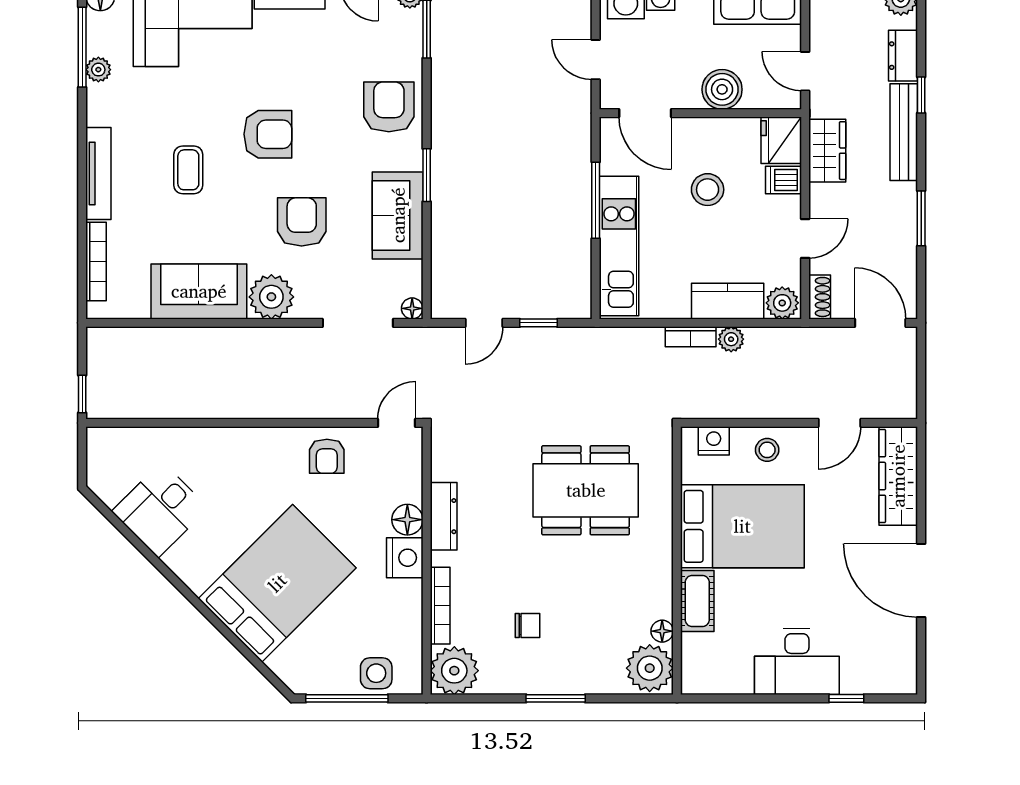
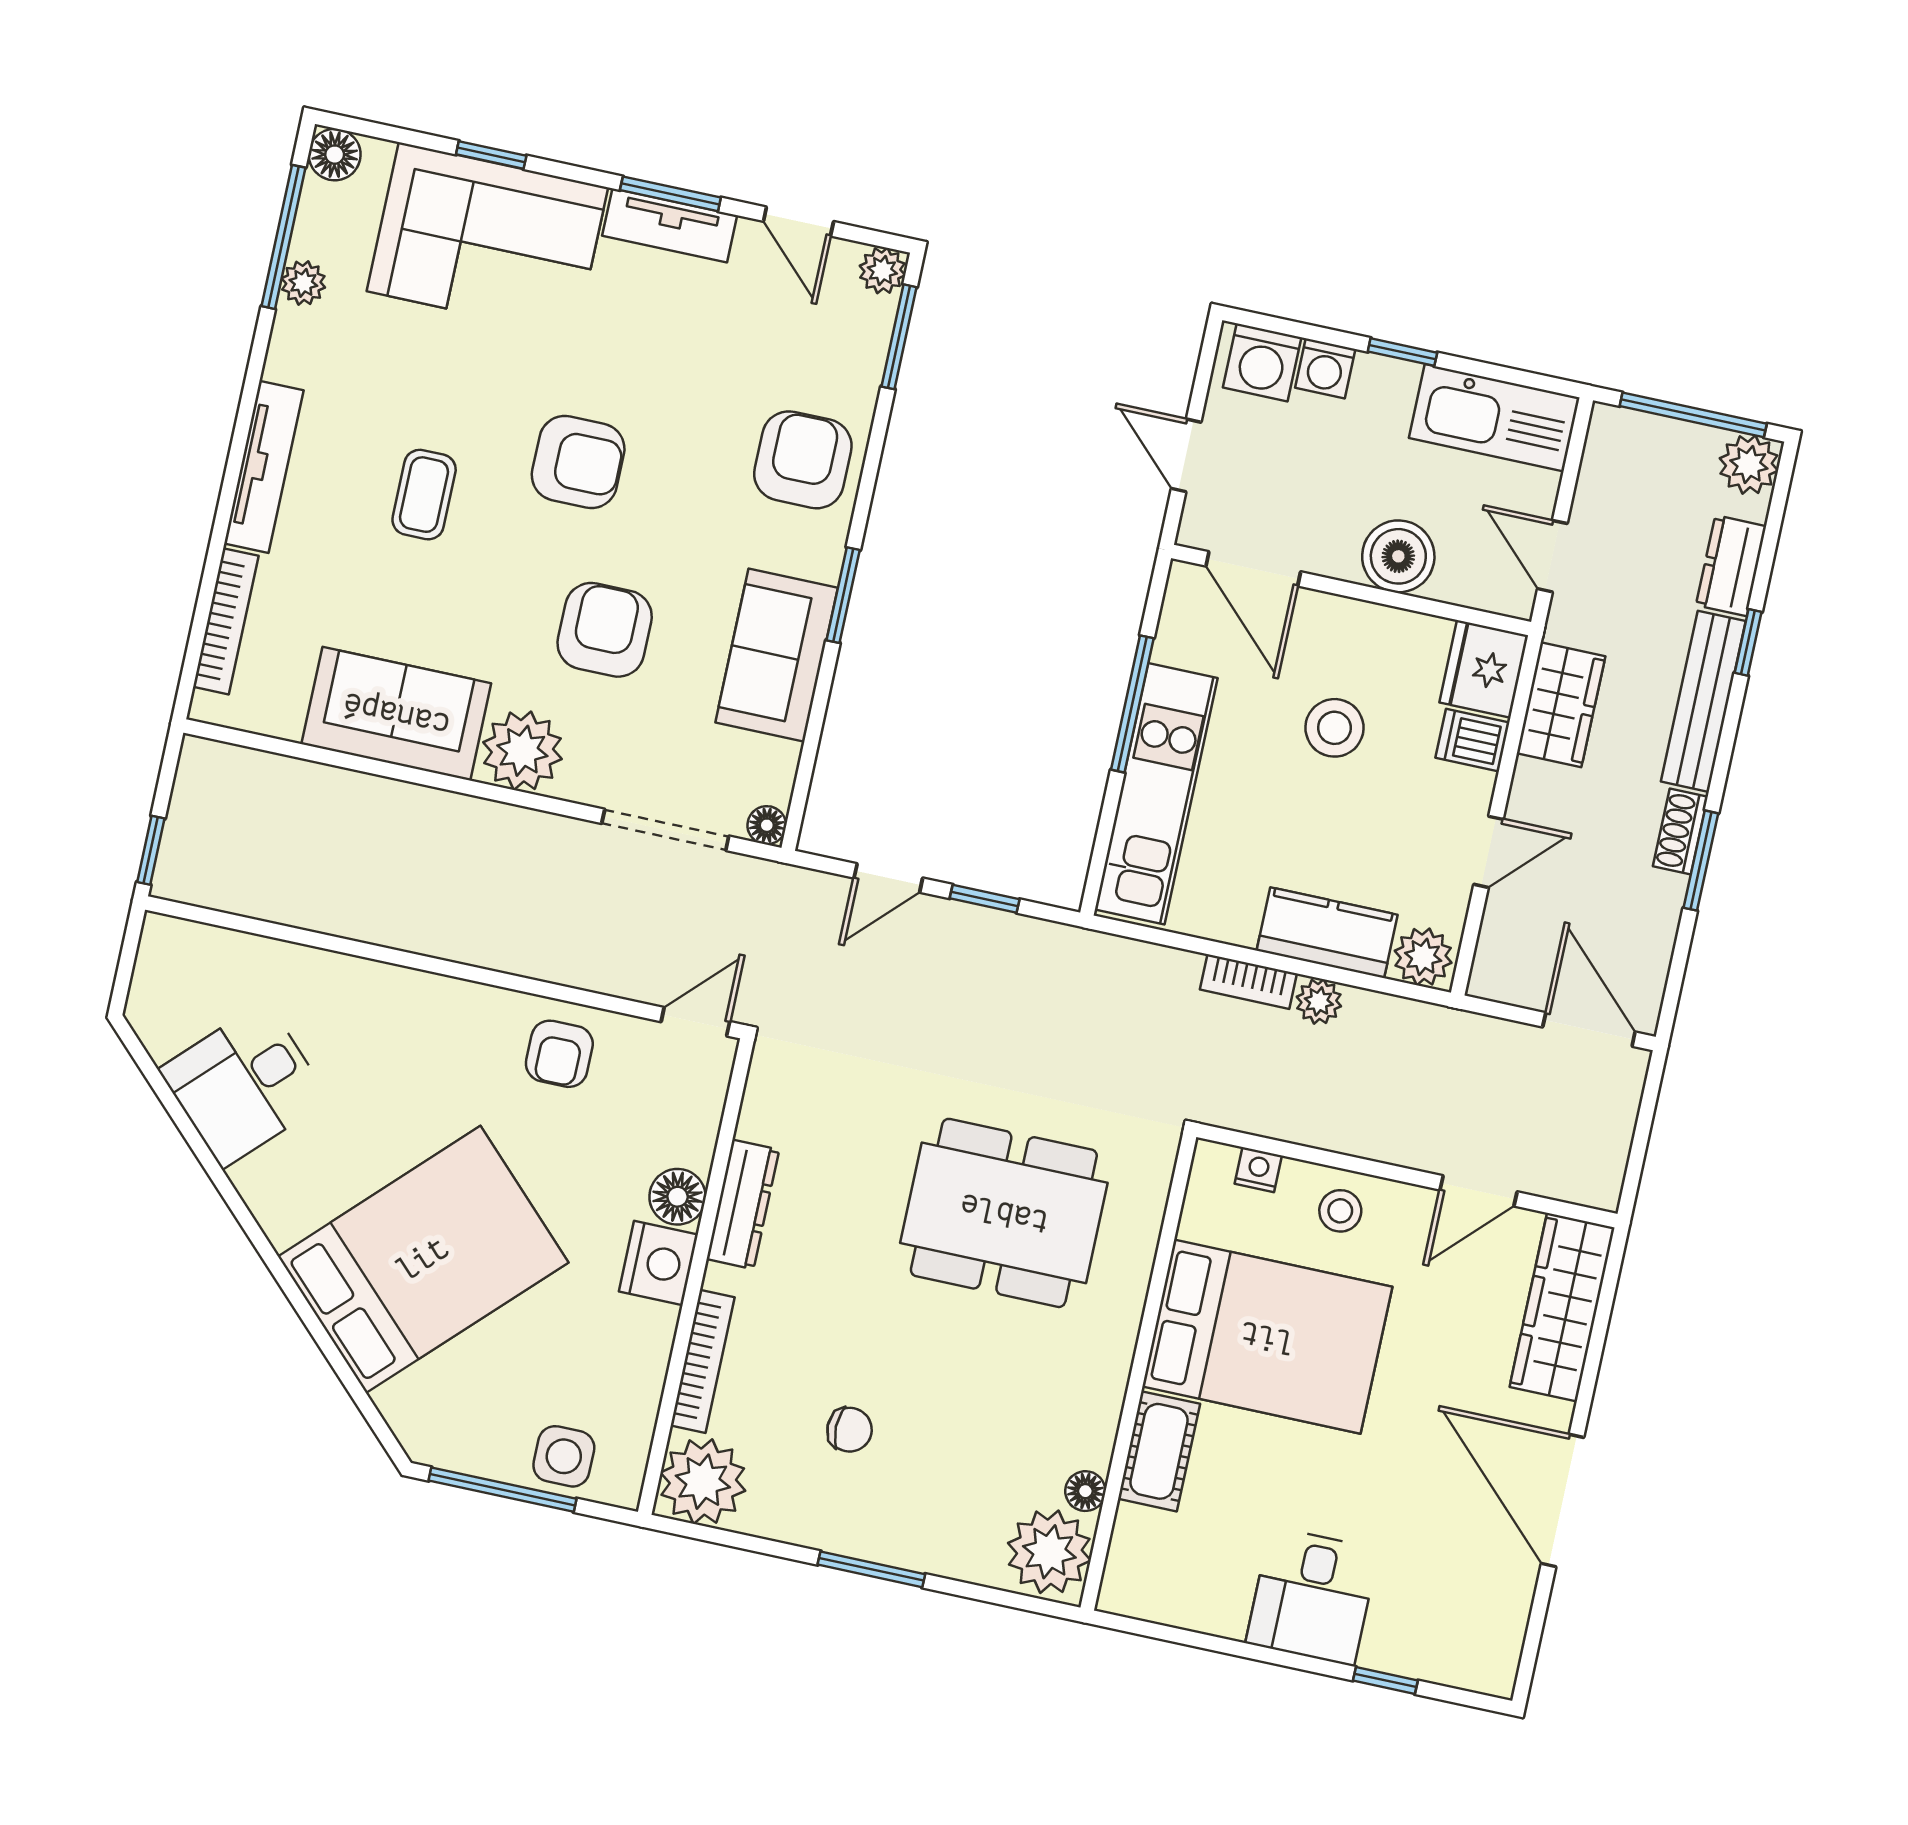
shoe rack: (820, 297) -> (1680, 831), moved, turned 180
nightstand: (714, 441) -> (1258, 1170), width x0.72, depth x0.74
desk: (797, 661) -> (1312, 1596), width x0.73

